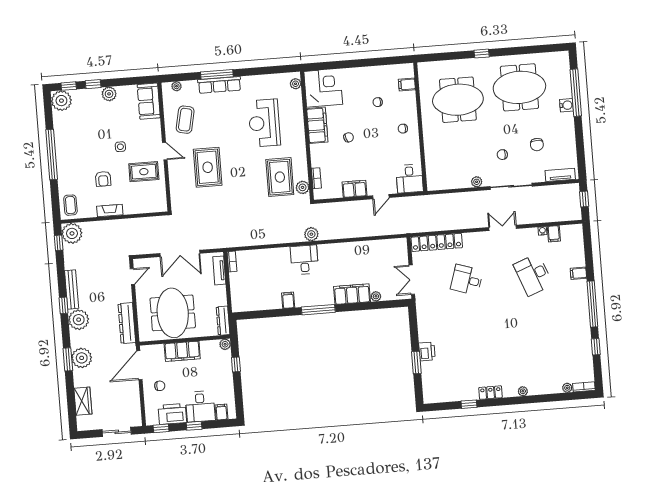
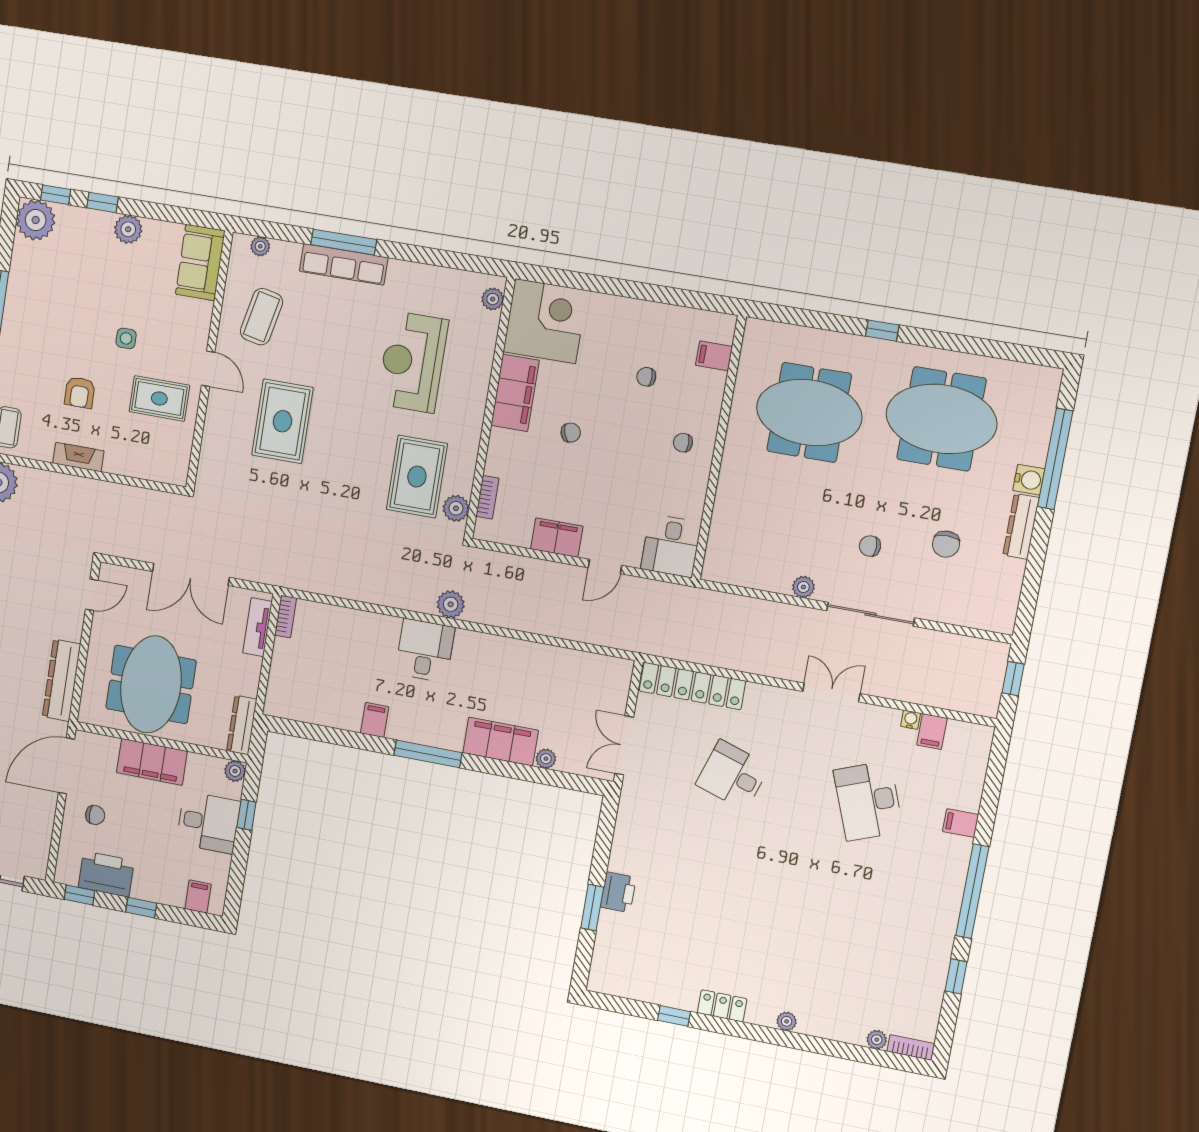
dresser: (569, 128) -> (1021, 526), added
tv unit: (560, 175) -> (977, 617), removed
desk: (200, 406) -> (208, 822), moved, turned -90

